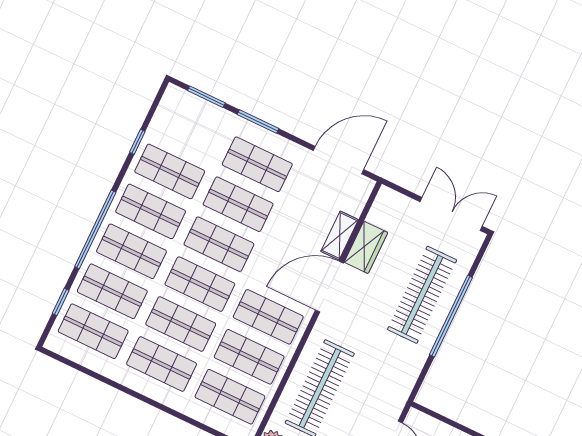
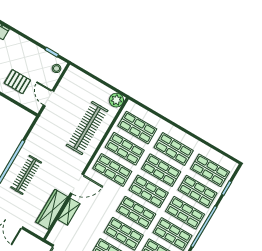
wardrobe: (366, 247) -> (52, 209), width x1.50
door: (329, 287) -> (77, 184), width x0.73
clothes rail: (422, 295) -> (26, 175), width x0.73, depth x0.76

